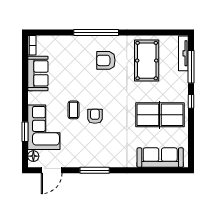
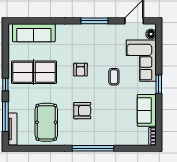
armchair: (106, 60) -> (82, 111), moved
armchair: (95, 116) -> (81, 70), moved
window: (25, 132) -> (159, 84), moved

